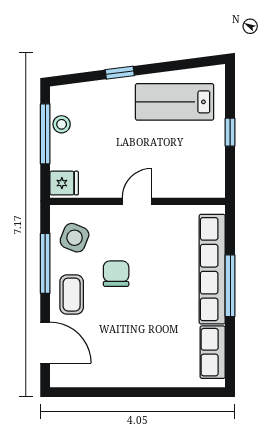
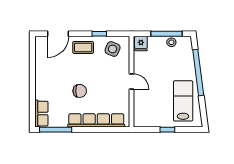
window: (120, 73) -> (198, 72), width x3.17
window: (45, 263) -> (99, 34), width x0.46
chair: (116, 274) -> (80, 91), moved
window: (230, 286) -> (56, 130), moved
row of seats: (213, 352) -> (41, 114), moved, turned 90

